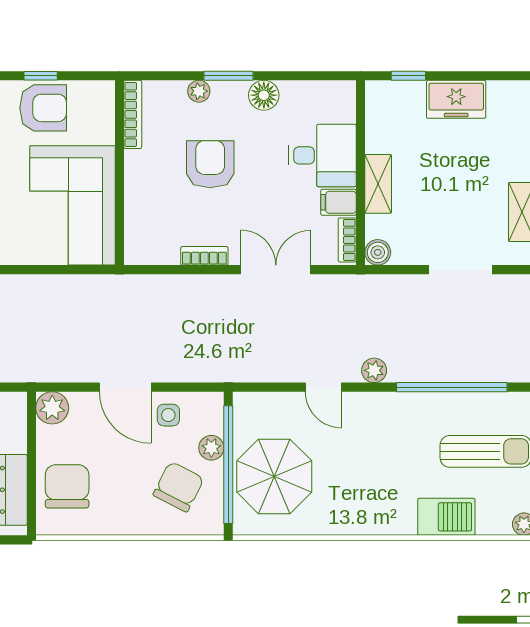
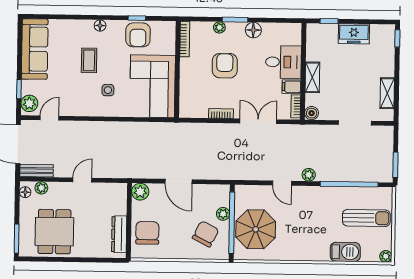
armchair: (43, 108) -> (138, 35), turned 90
side table: (168, 415) -> (201, 196), removed

